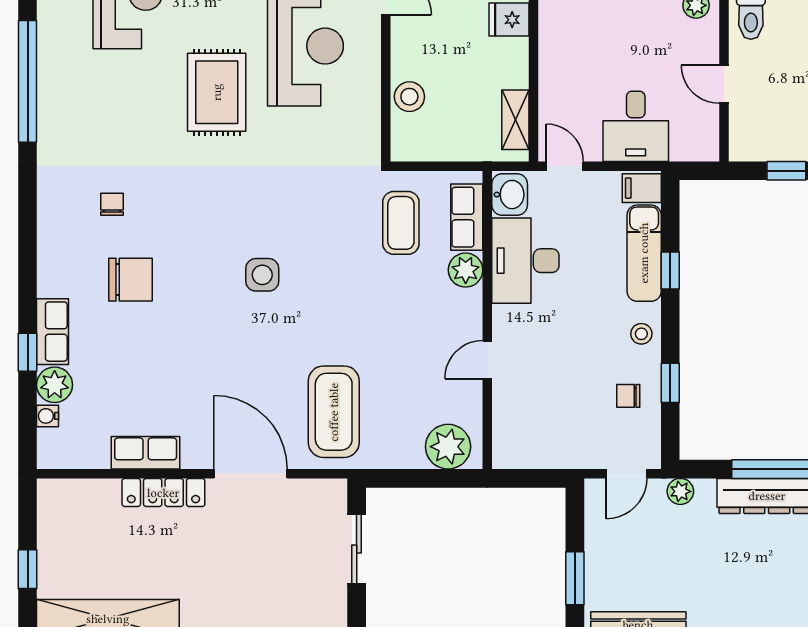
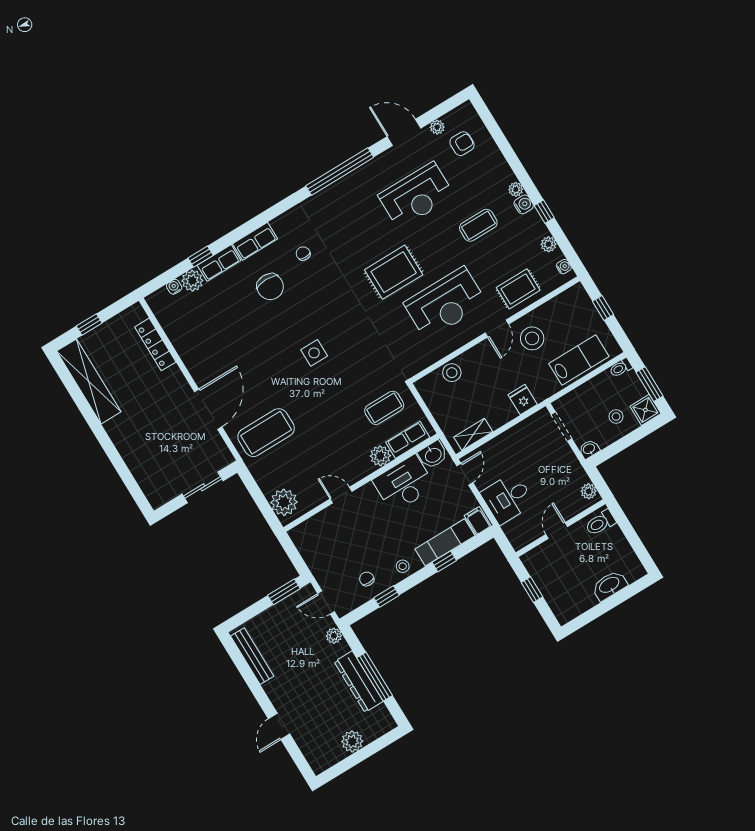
chair: (112, 204) -> (303, 253), turned -90
row of seats: (146, 453) -> (255, 241), moved, turned 90
locker: (163, 493) -> (155, 344), moved
window: (575, 578) -> (284, 592), moved

